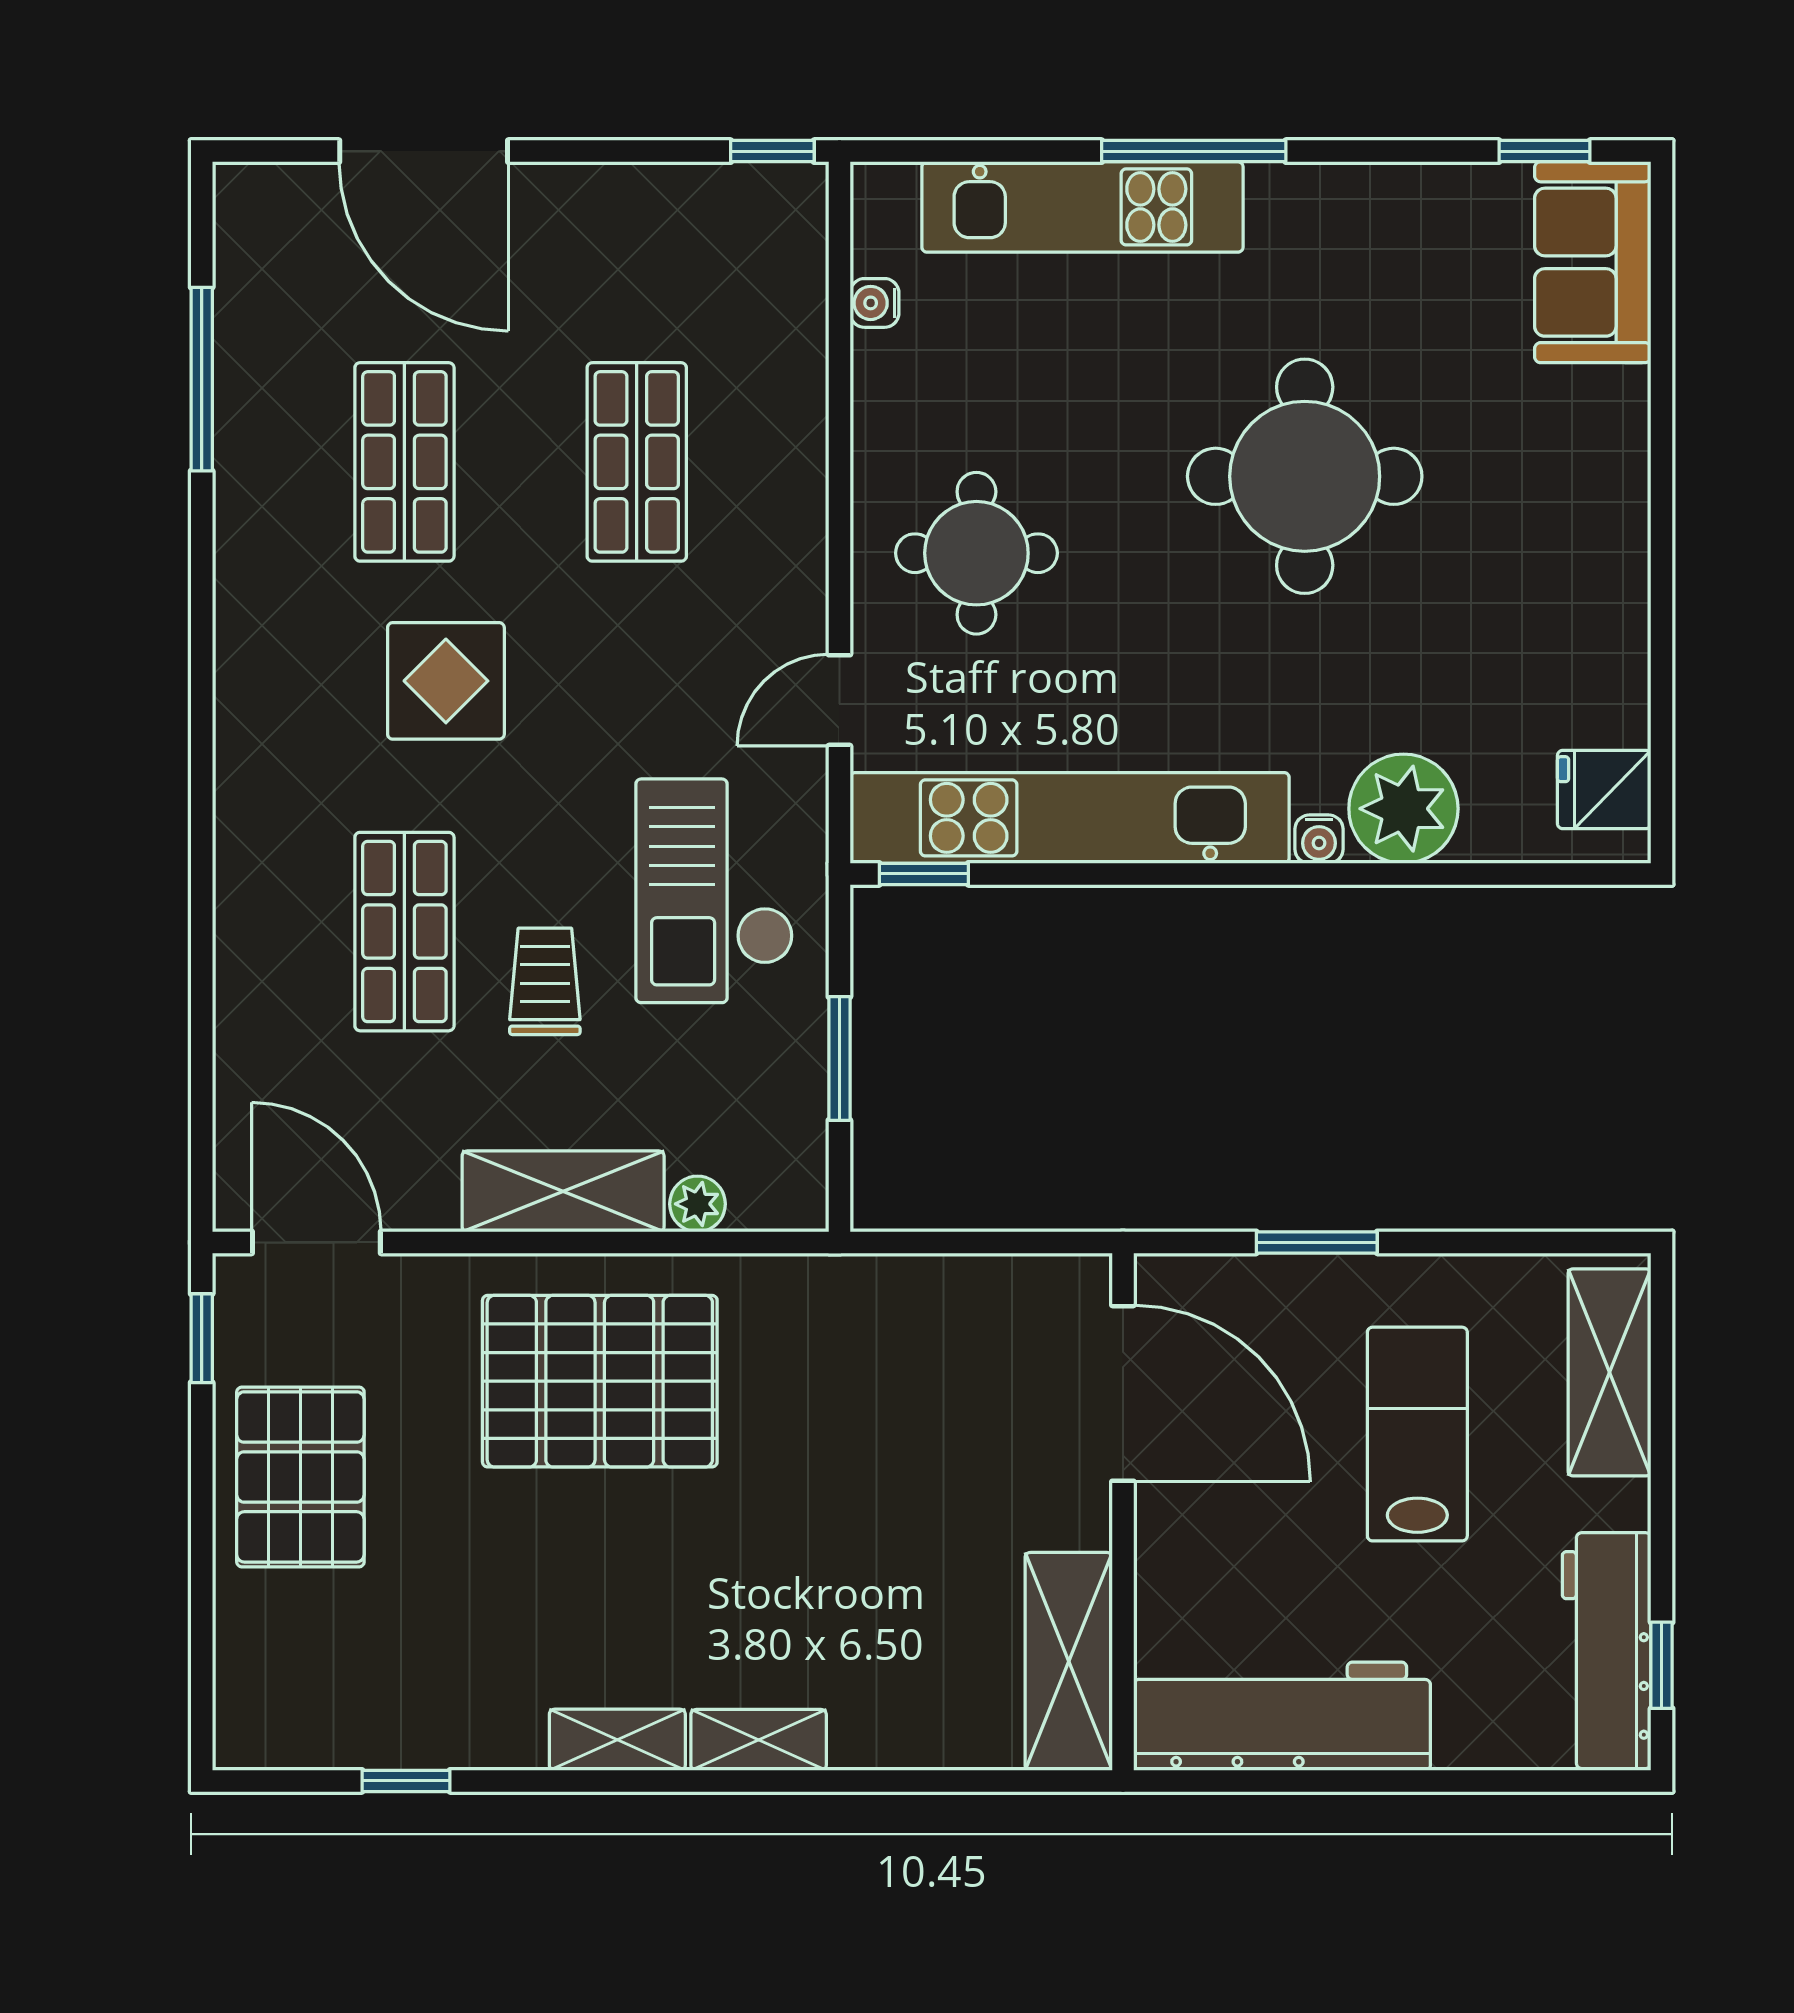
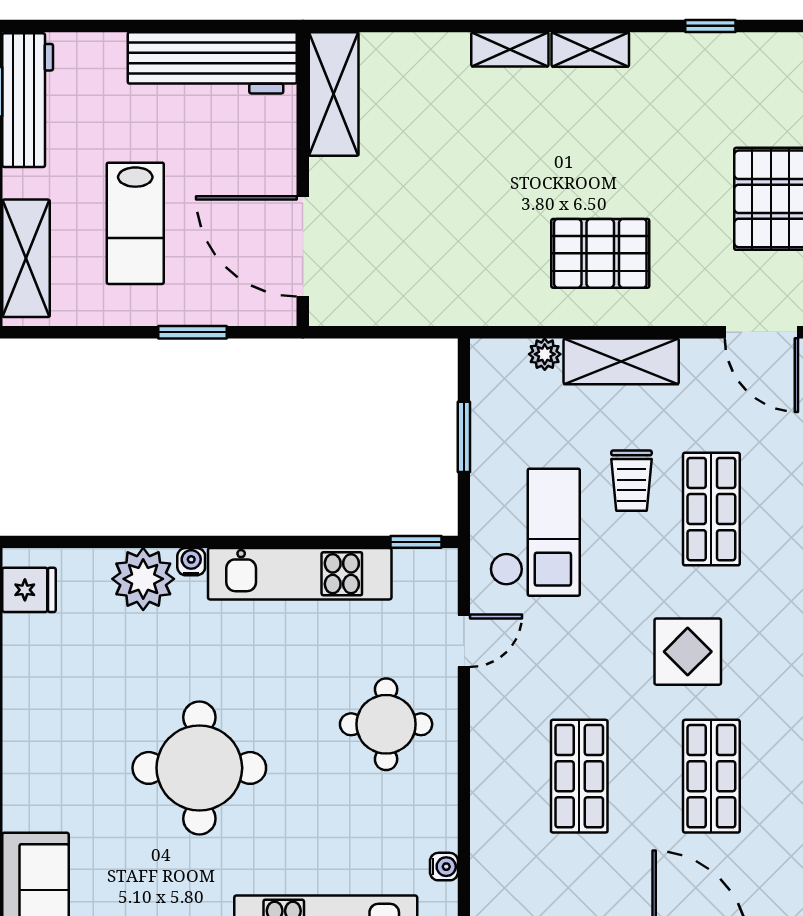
kitchen unit: (1070, 818) -> (300, 574), width x0.73
pallet: (600, 1381) -> (600, 253), width x0.73, depth x0.71

